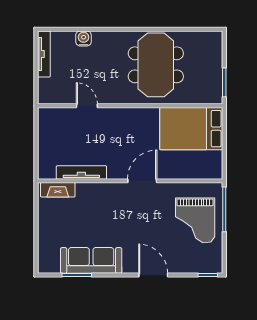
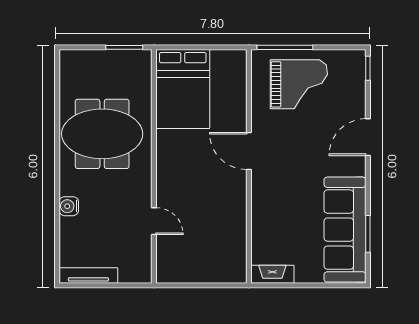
water cooler: (84, 38) -> (69, 206), moved
door: (87, 106) -> (154, 221), swing flipped
tv unit: (81, 173) -> (238, 228), removed
fireplace: (58, 190) -> (272, 274), moved, turned -90
sofa: (91, 260) -> (345, 230), width x1.36, depth x1.27

